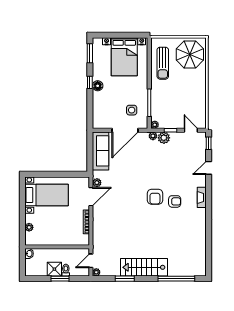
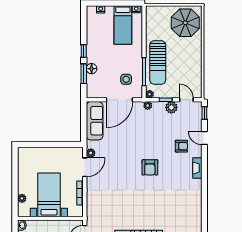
window: (90, 53) -> (84, 74), moved
bed: (124, 57) -> (123, 25), width x0.67
sun lounger: (163, 63) -> (158, 62), moved, width x1.36, depth x1.34
floor lamp: (98, 86) -> (92, 69), moved
plant: (164, 138) -> (171, 107), moved
door: (209, 168) -> (204, 138), hinge flipped
bed with nightstands: (47, 195) -> (49, 195), moved, turned -90
armchair: (175, 201) -> (181, 146), moved

